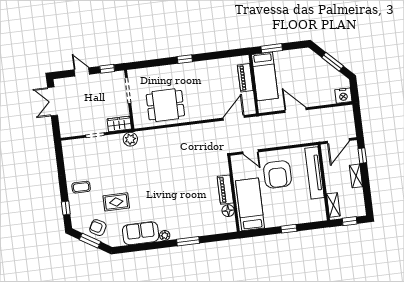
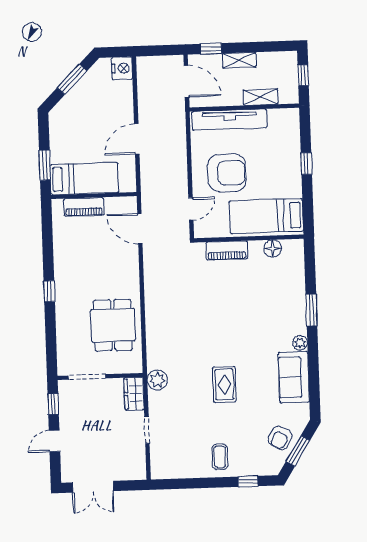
piano: (225, 190) -> (227, 250), moved
rug: (116, 202) -> (224, 385), moved
shelving: (333, 205) -> (260, 97), moved

